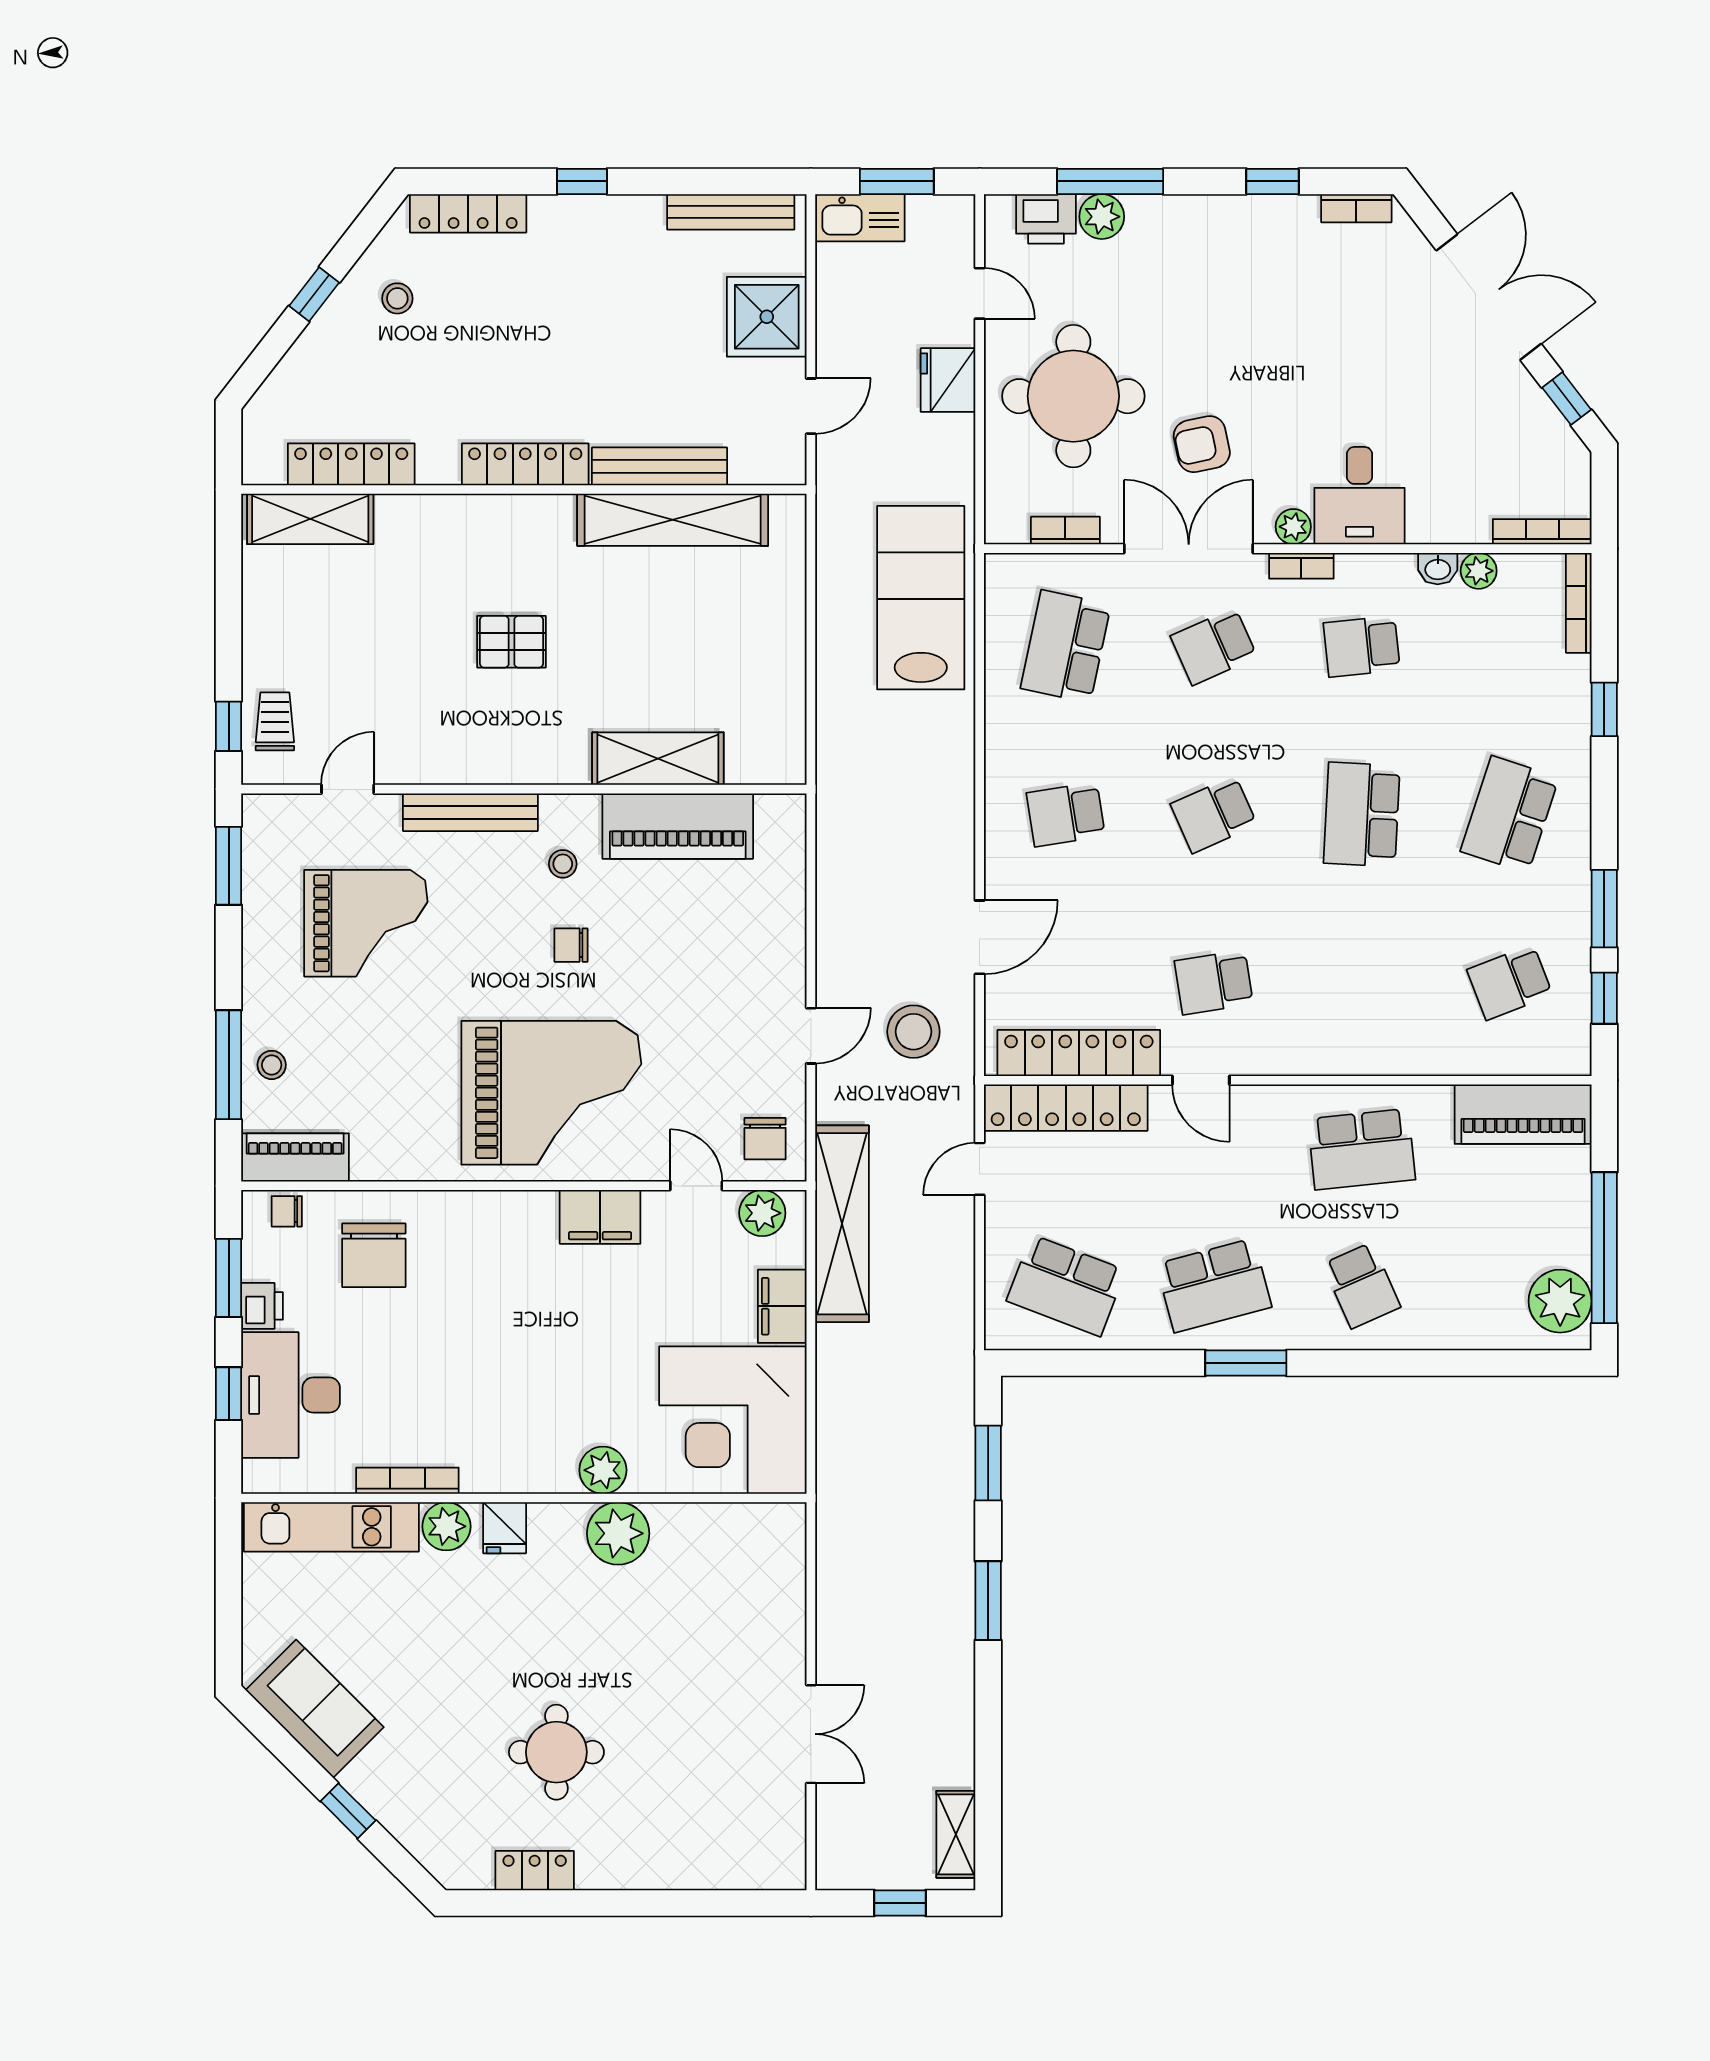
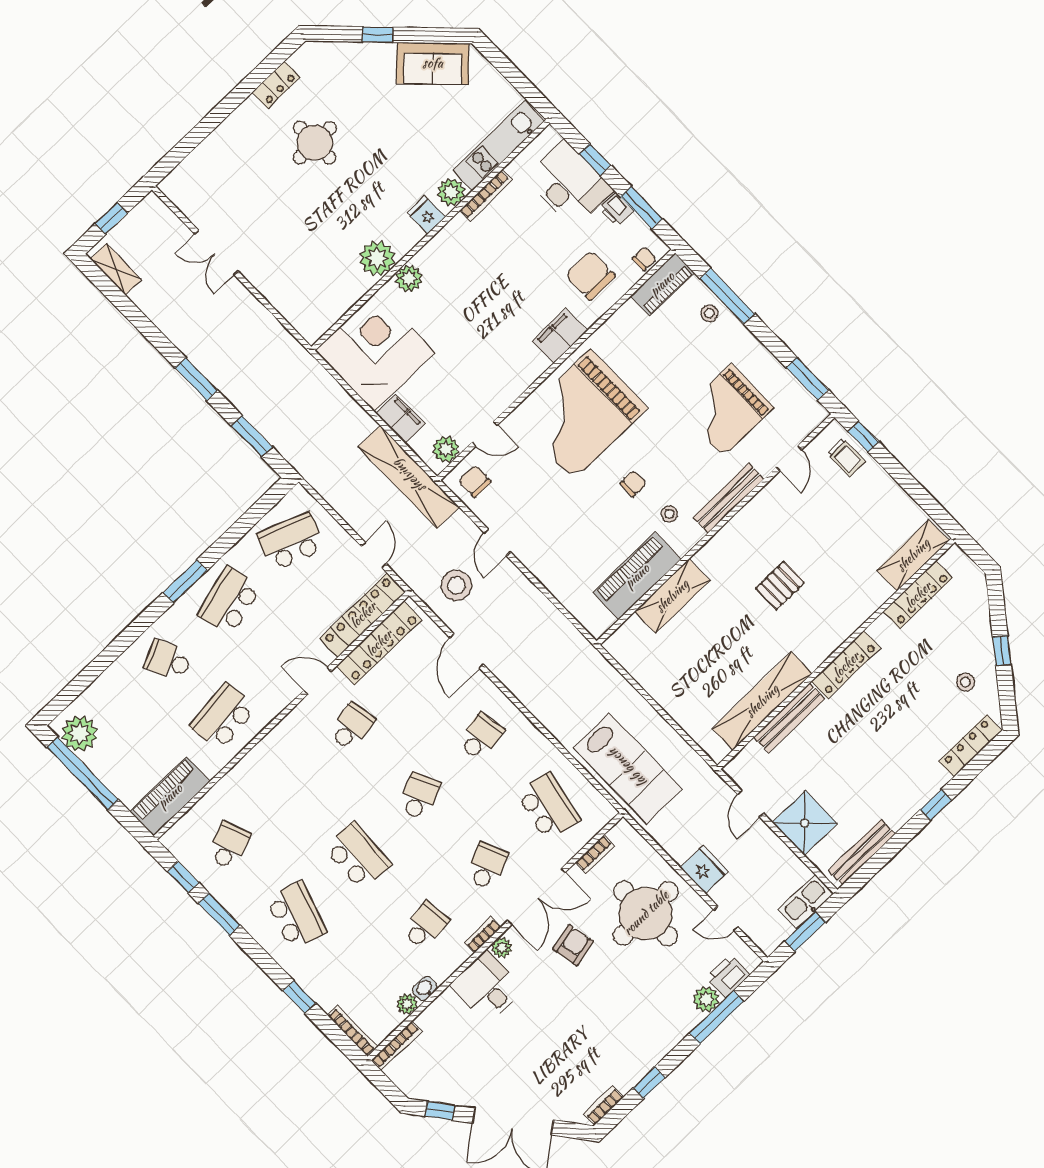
filing cabinet: (600, 1217) -> (560, 336), moved

